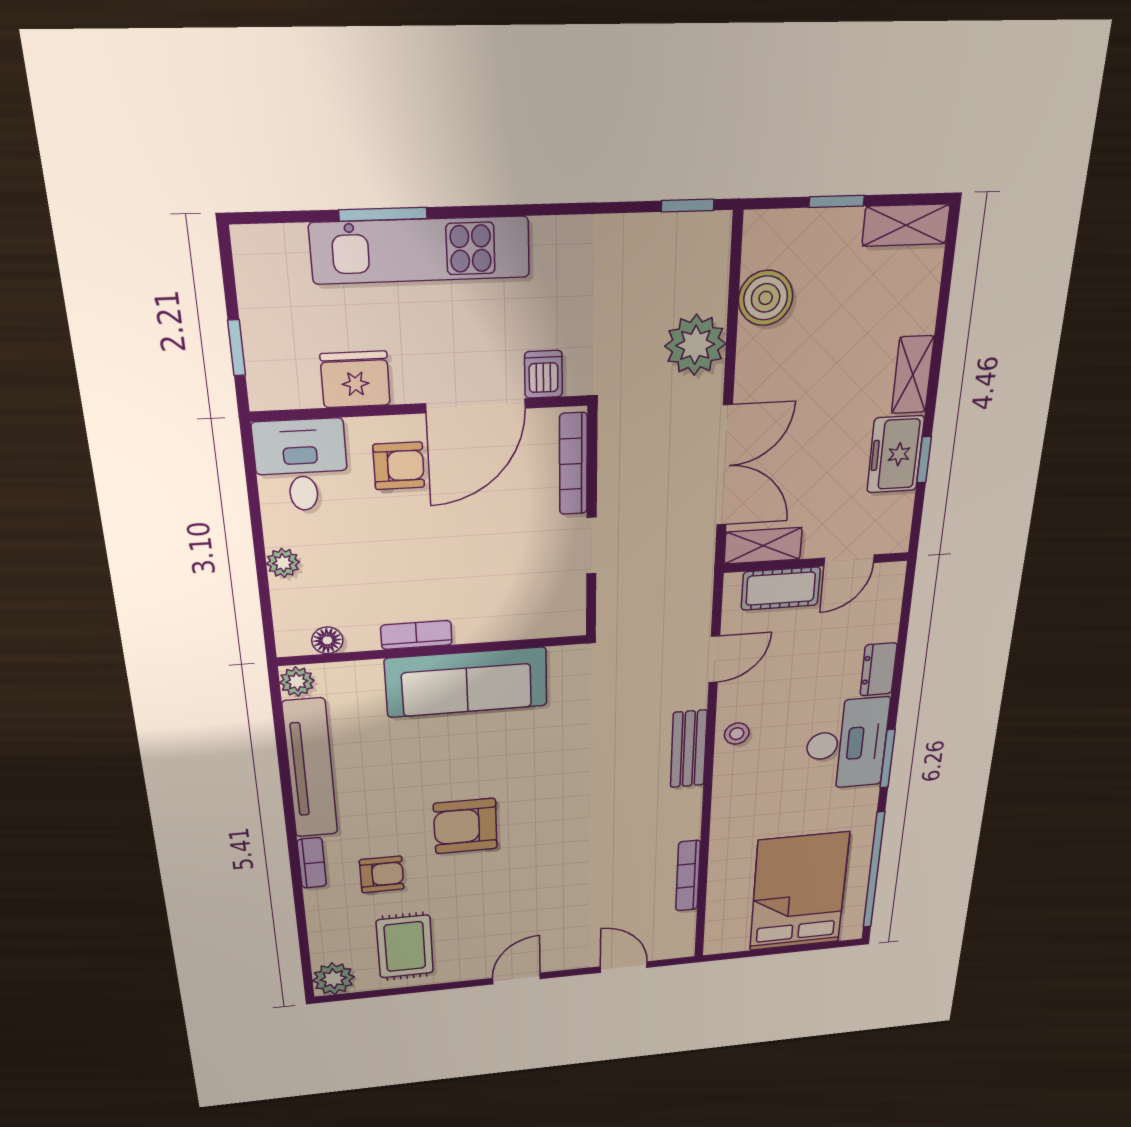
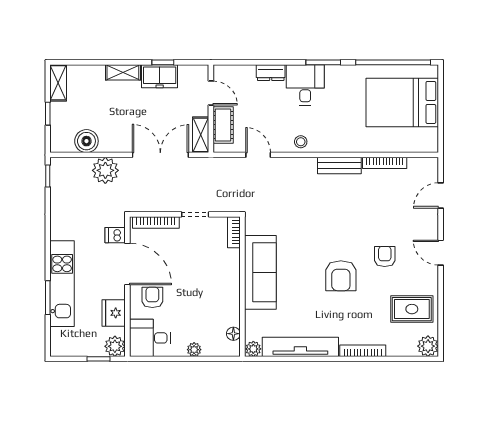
plant: (273, 386) -> (115, 346), added
bookcase: (416, 635) -> (234, 232), moved
desk: (847, 744) -> (305, 85), width x0.73
bench: (689, 749) -> (339, 165), moved
bookcase: (312, 863) -> (363, 351), width x1.56
armchair: (382, 874) -> (385, 256), moved

